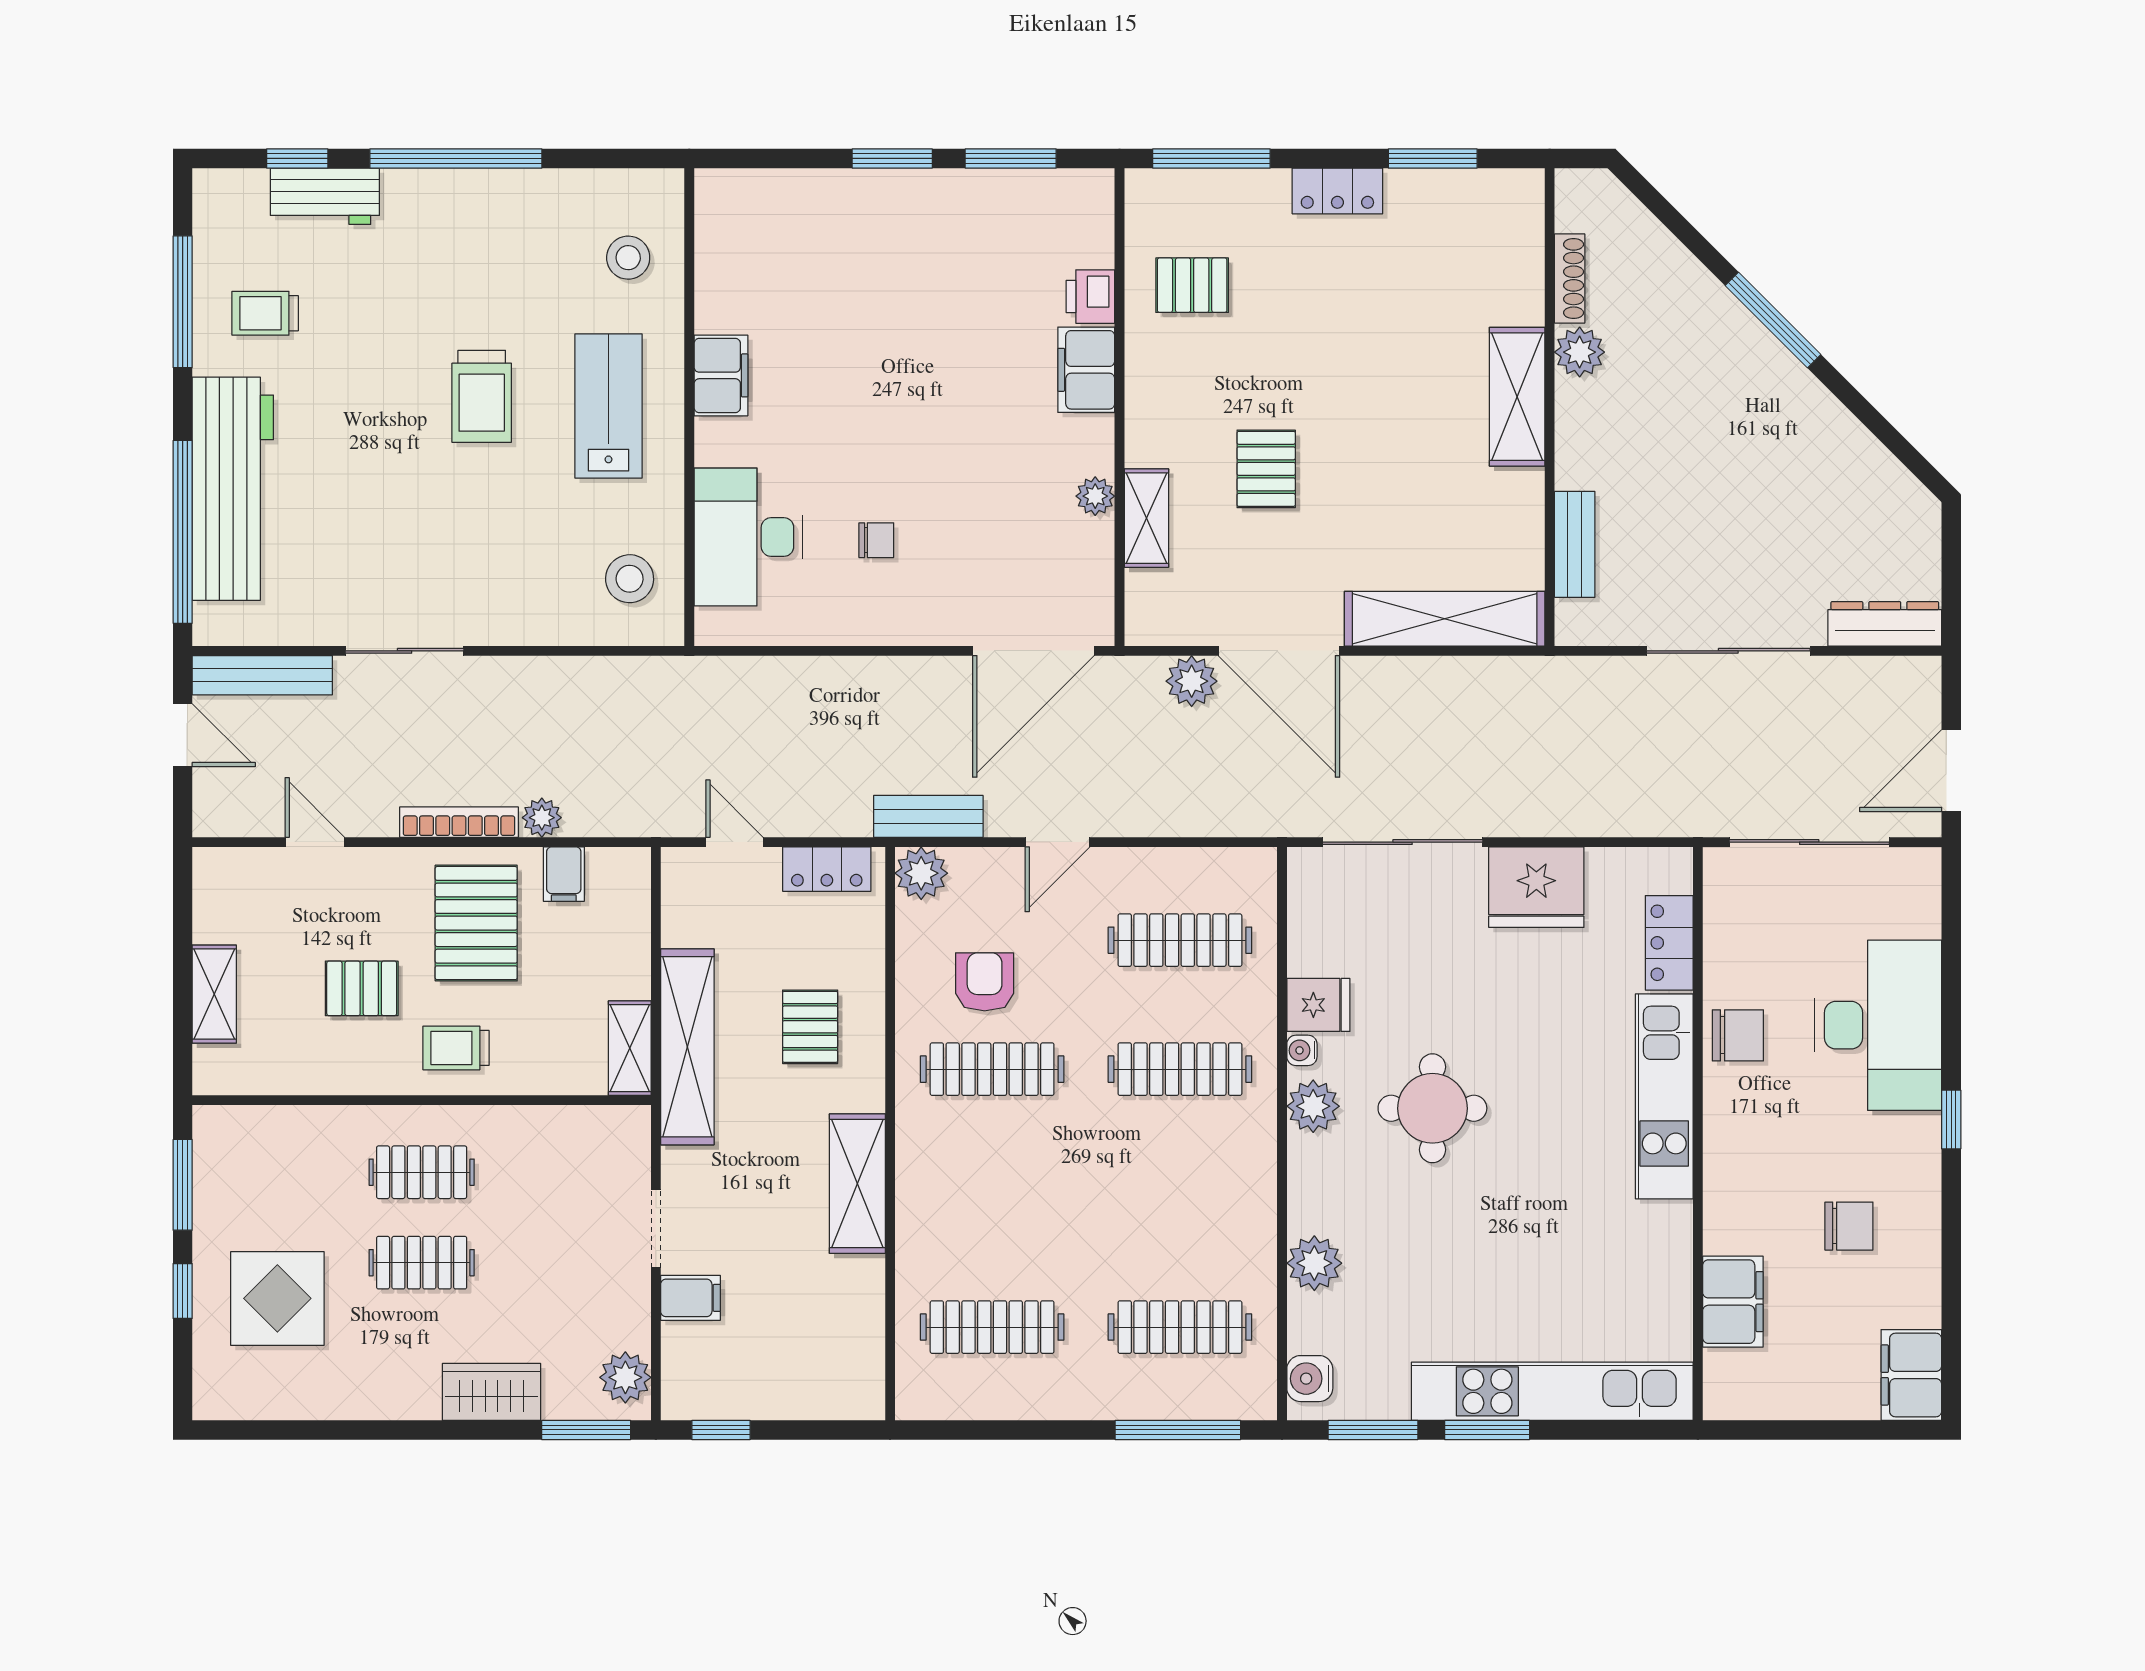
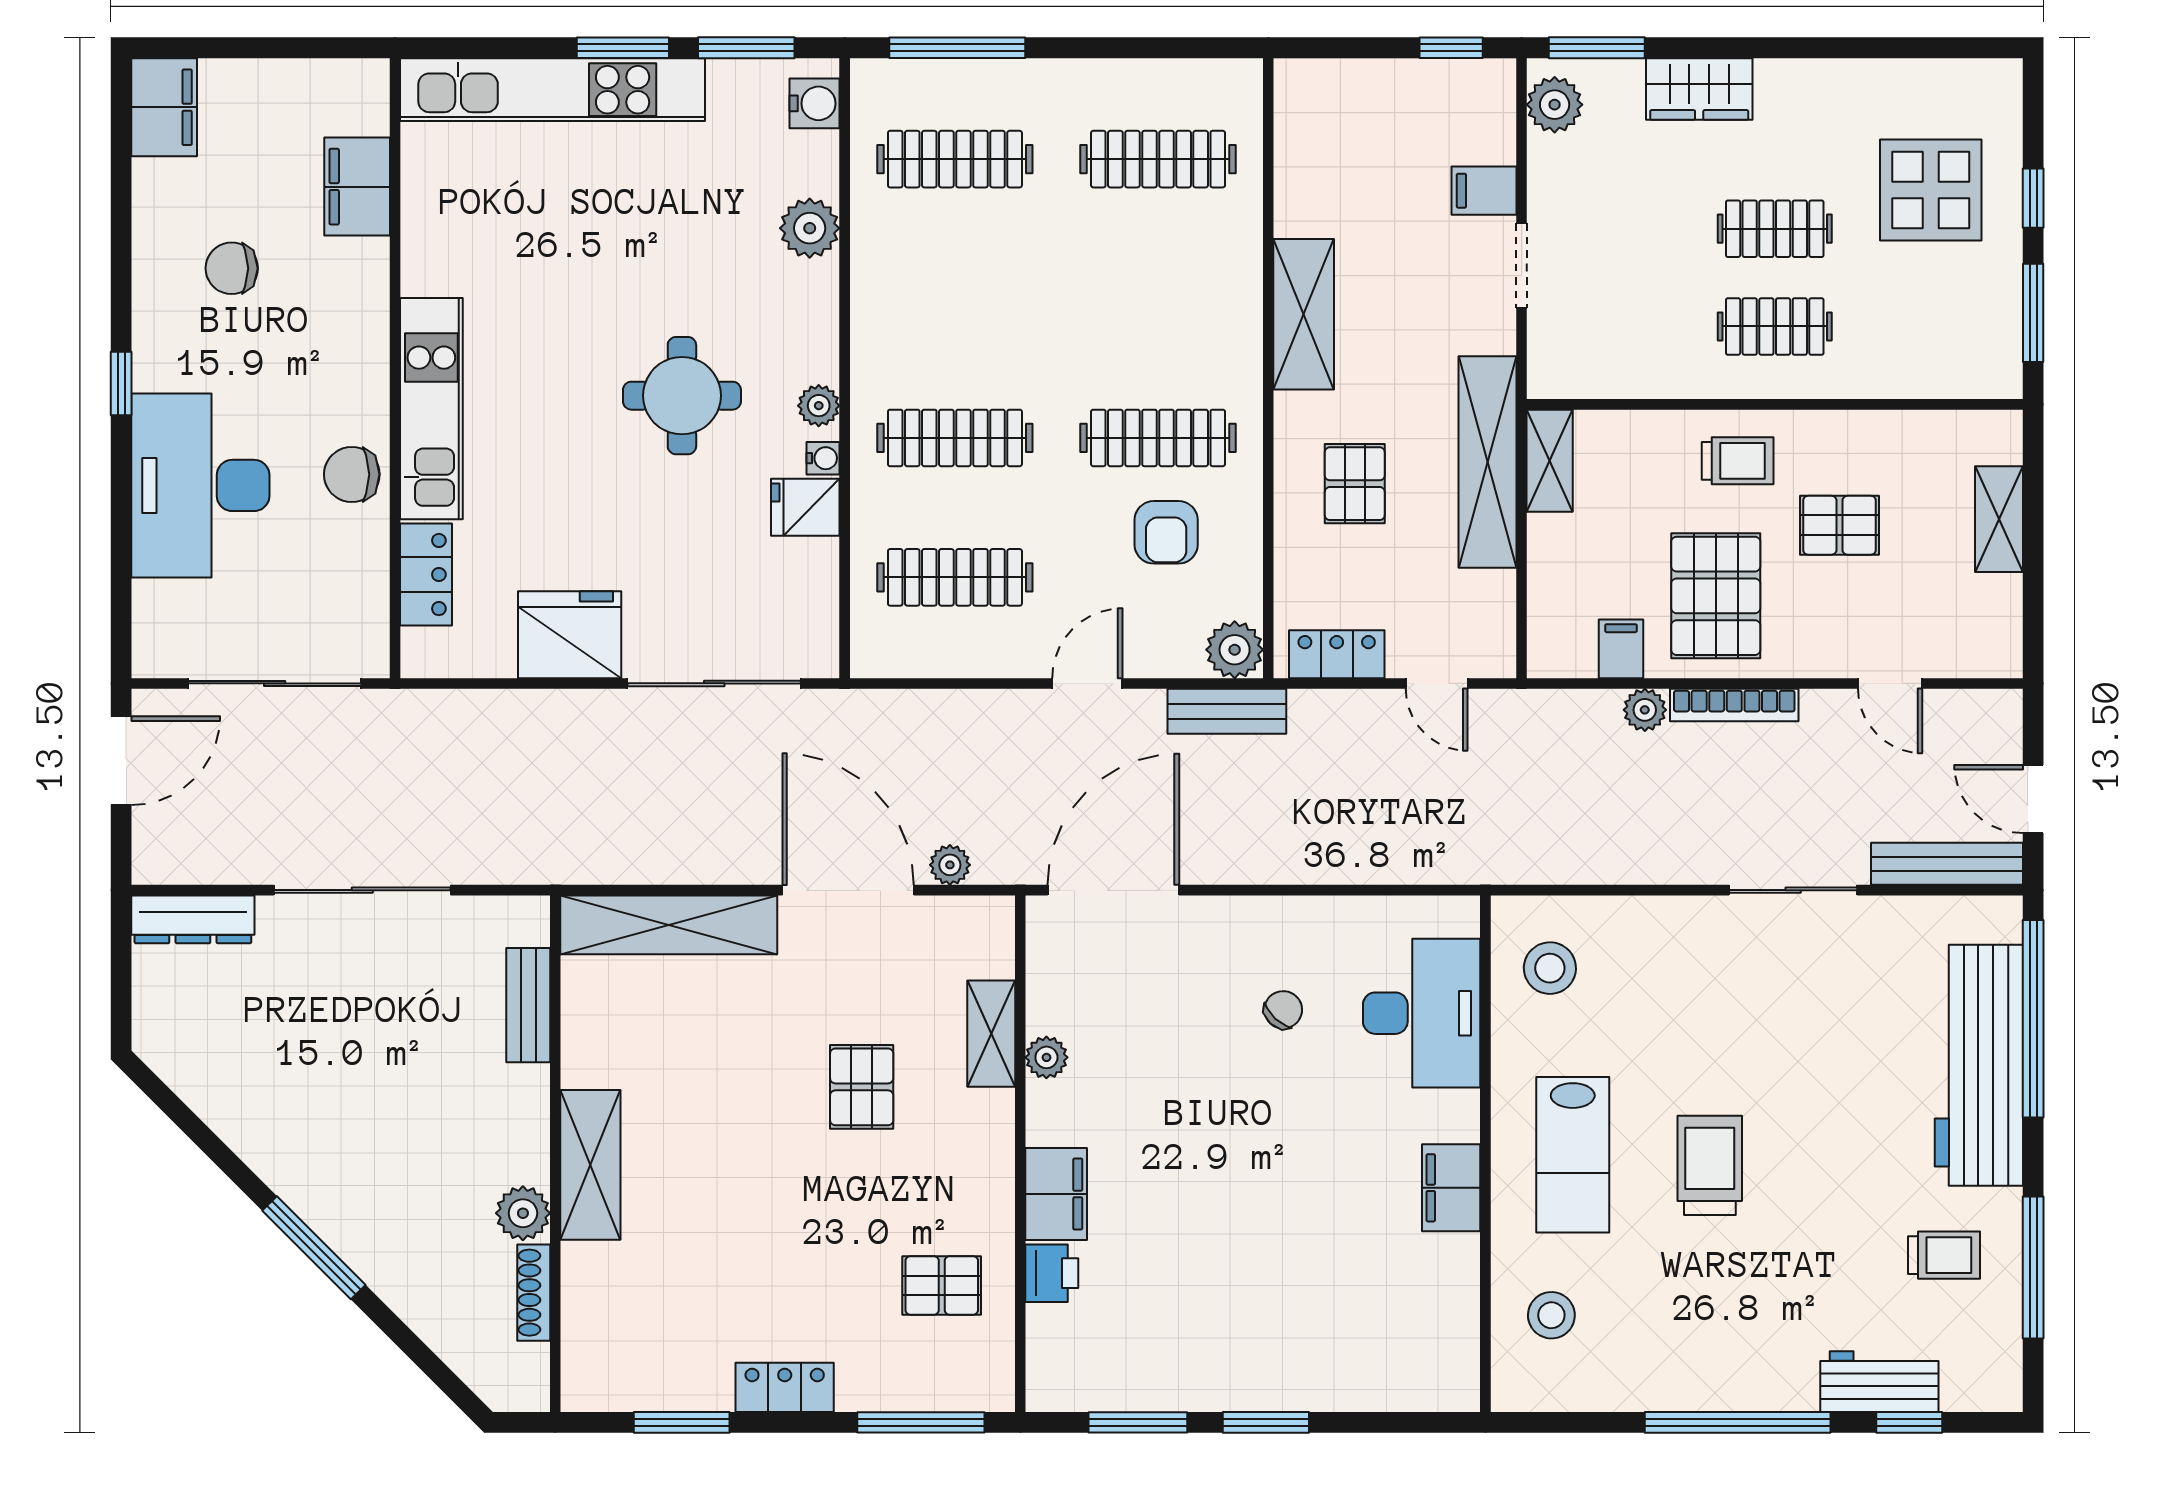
chair: (876, 540) -> (1283, 1010), turned 133
plant: (1192, 681) -> (950, 865), width x0.73, depth x0.73
plant: (1313, 1106) -> (819, 406), width x0.73, depth x0.73

